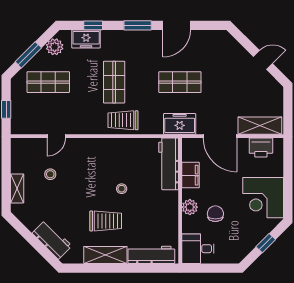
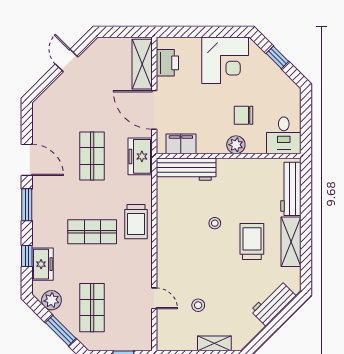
door: (220, 136) -> (154, 110), swing flipped
filing cabinet: (191, 175) -> (181, 144), moved

